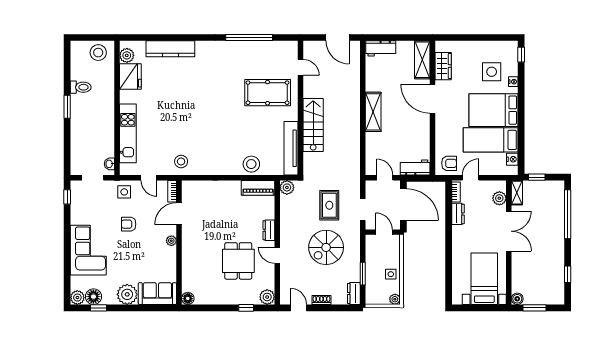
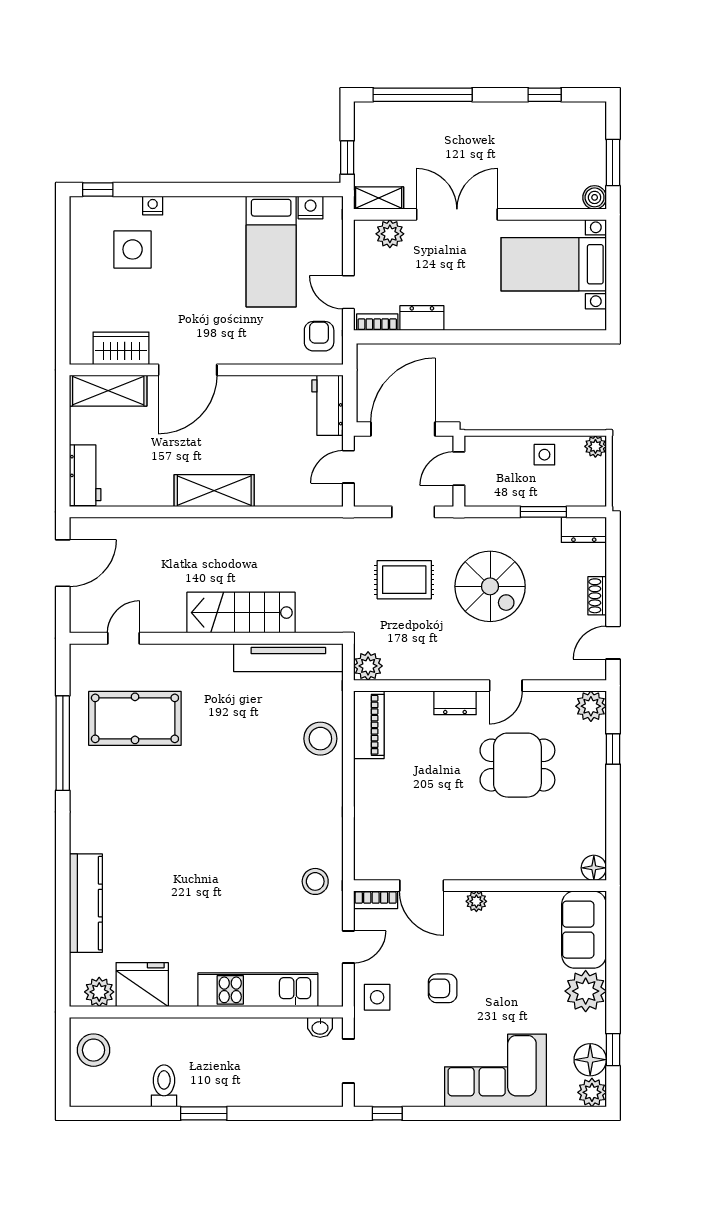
pool table: (268, 93) -> (135, 718), moved, turned 90
bed: (494, 110) -> (211, 246), removed
armchair: (129, 224) -> (443, 988), turned 90

